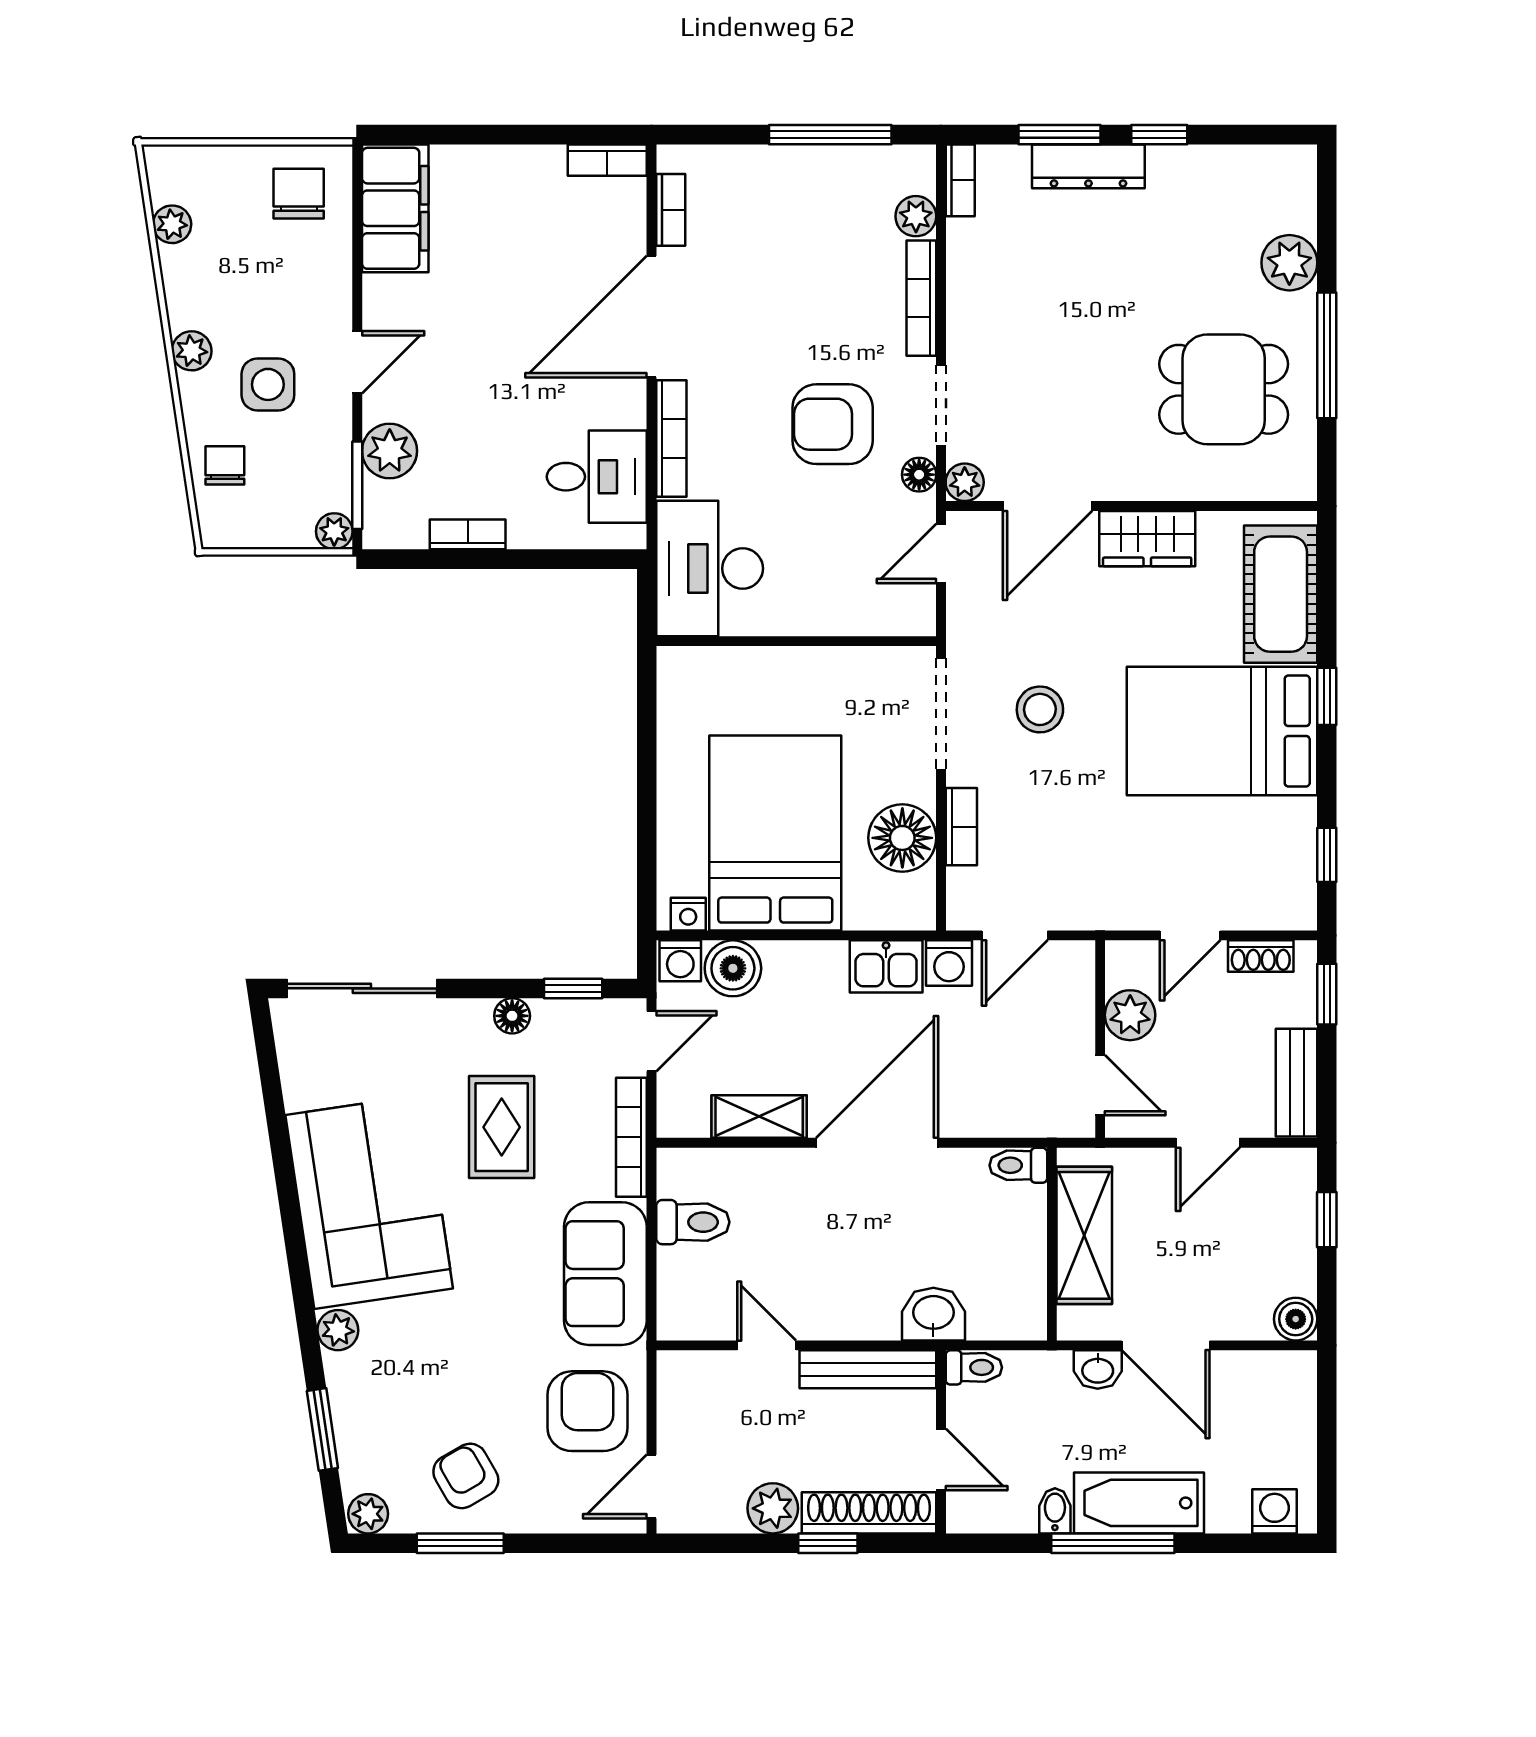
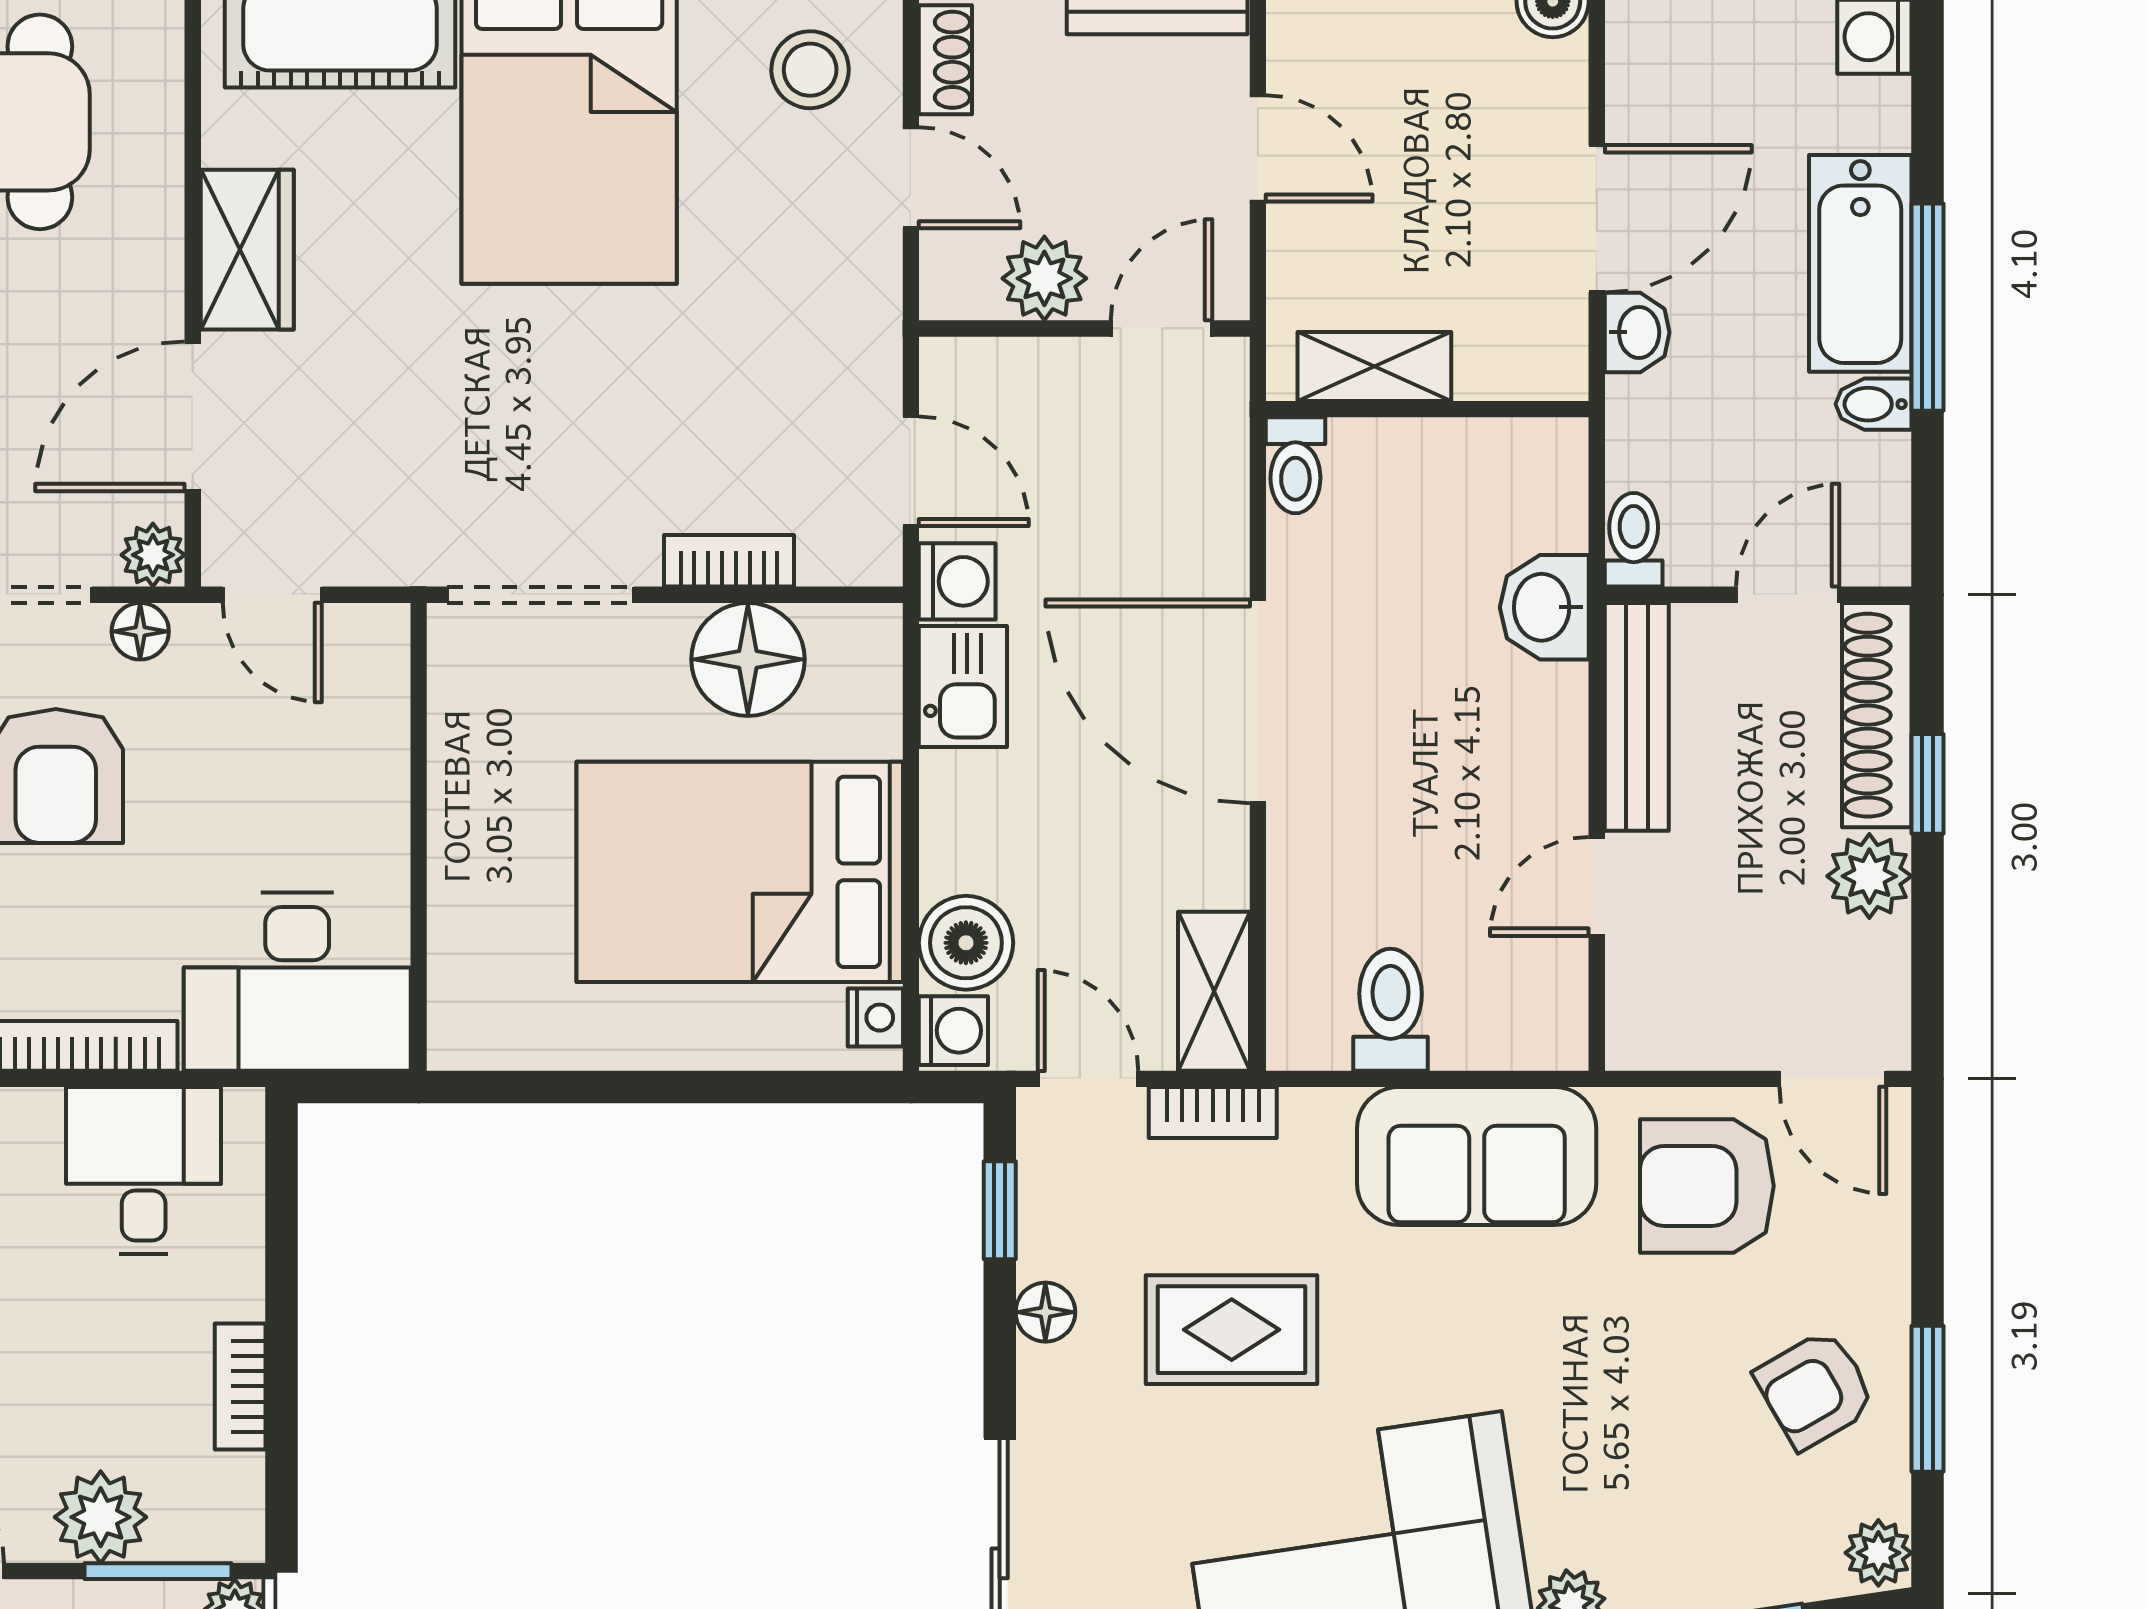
door: (1048, 506) -> (193, 416), swing flipped
stool: (1040, 709) -> (810, 70), moved
shelving: (759, 1117) -> (1214, 991), moved
bookcase: (631, 1137) -> (1213, 1113), width x0.64
shelving: (1084, 1235) -> (1374, 367), width x0.67, depth x0.75

